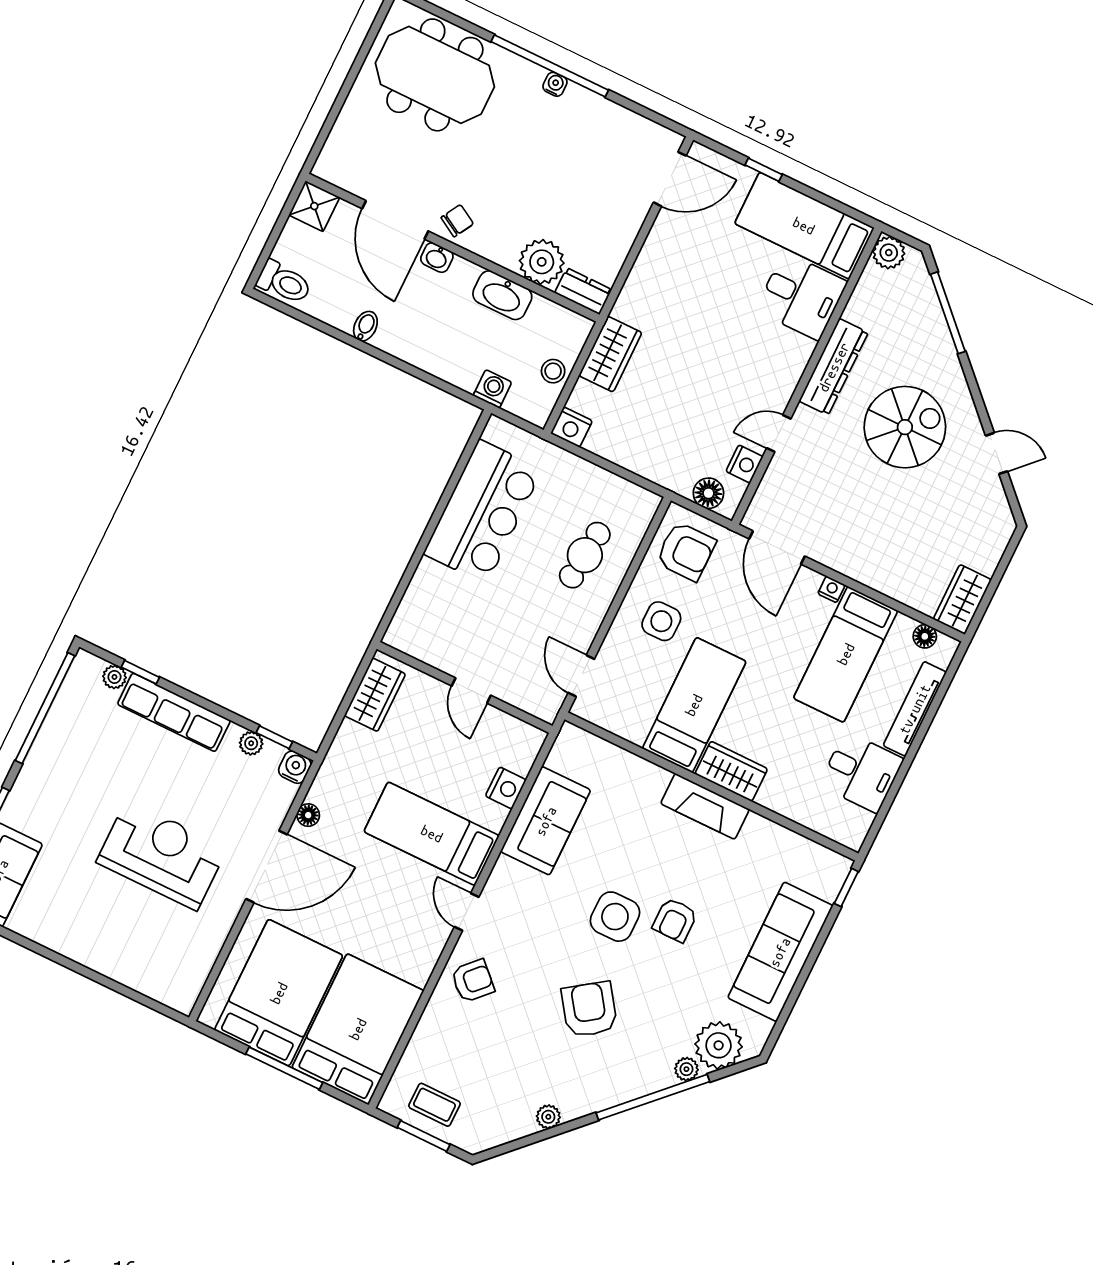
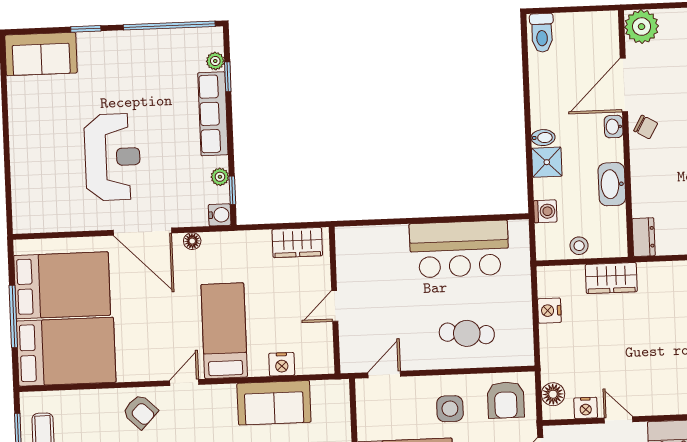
shower: (314, 206) -> (547, 162), moved
plant: (542, 262) -> (642, 27), moved
bidet: (365, 326) -> (543, 138), moved
nightstand: (572, 427) -> (549, 311), moved

